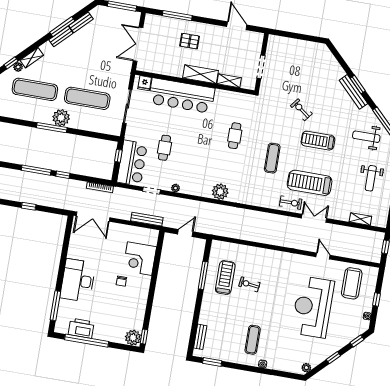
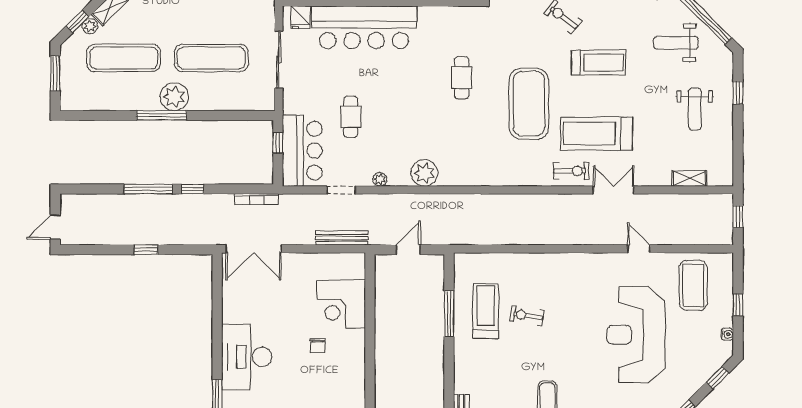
treadmill: (318, 141) -> (598, 63), turned 180
exercise mat: (272, 158) -> (529, 104), width x2.00, depth x1.45
plant: (220, 192) -> (424, 173), moved

